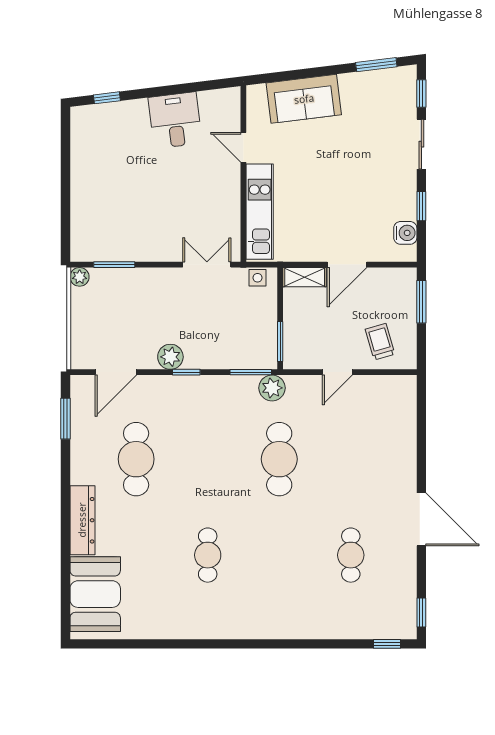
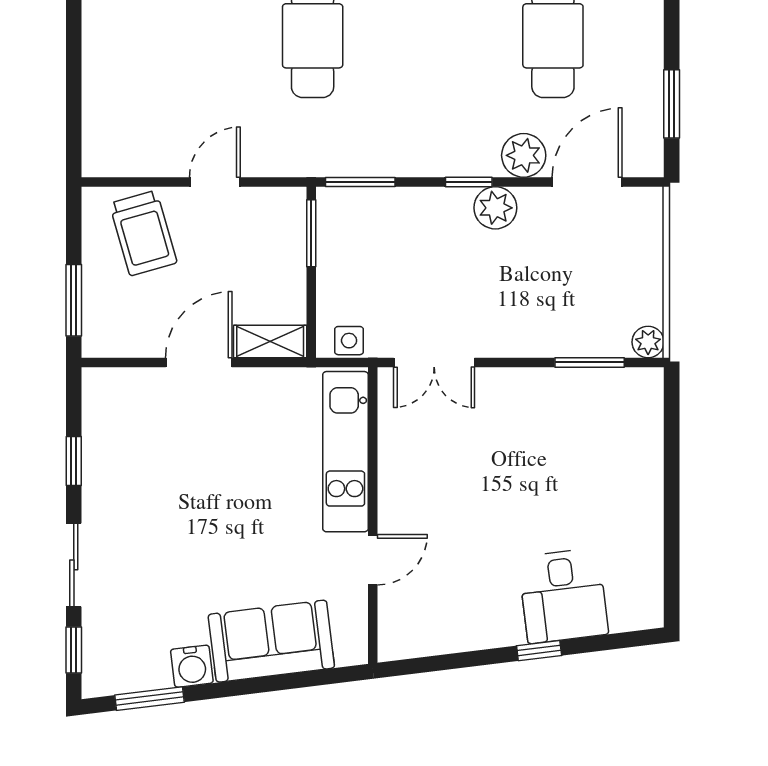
window: (107, 98) -> (539, 651), moved
desk: (175, 120) -> (563, 596), moved
door: (243, 147) -> (373, 560), hinge flipped
water cooler: (405, 233) -> (192, 666), moved, turned -97
trolley: (380, 342) -> (143, 233), width x1.36, depth x1.39
plant: (272, 388) -> (524, 155), moved

